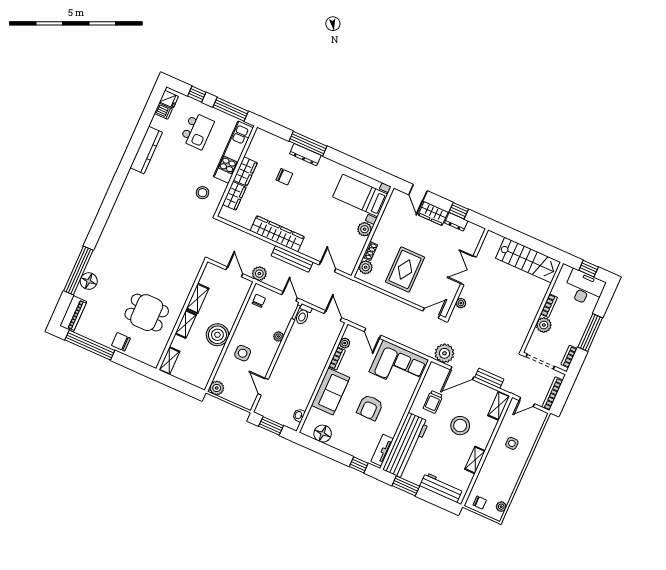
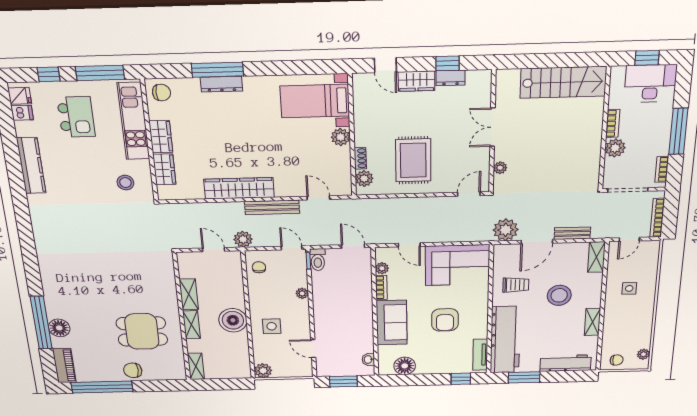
chair: (284, 177) -> (161, 93), moved
trolley: (433, 402) -> (516, 285), turned -90

